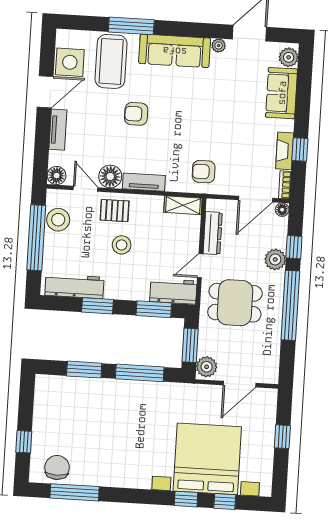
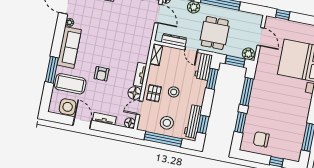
armchair: (204, 172) -> (139, 40), removed
stool: (58, 220) -> (167, 123), moved
window: (98, 306) -> (203, 124), moved
window: (282, 437) -> (283, 15), moved
chair: (57, 467) -> (261, 139), moved

